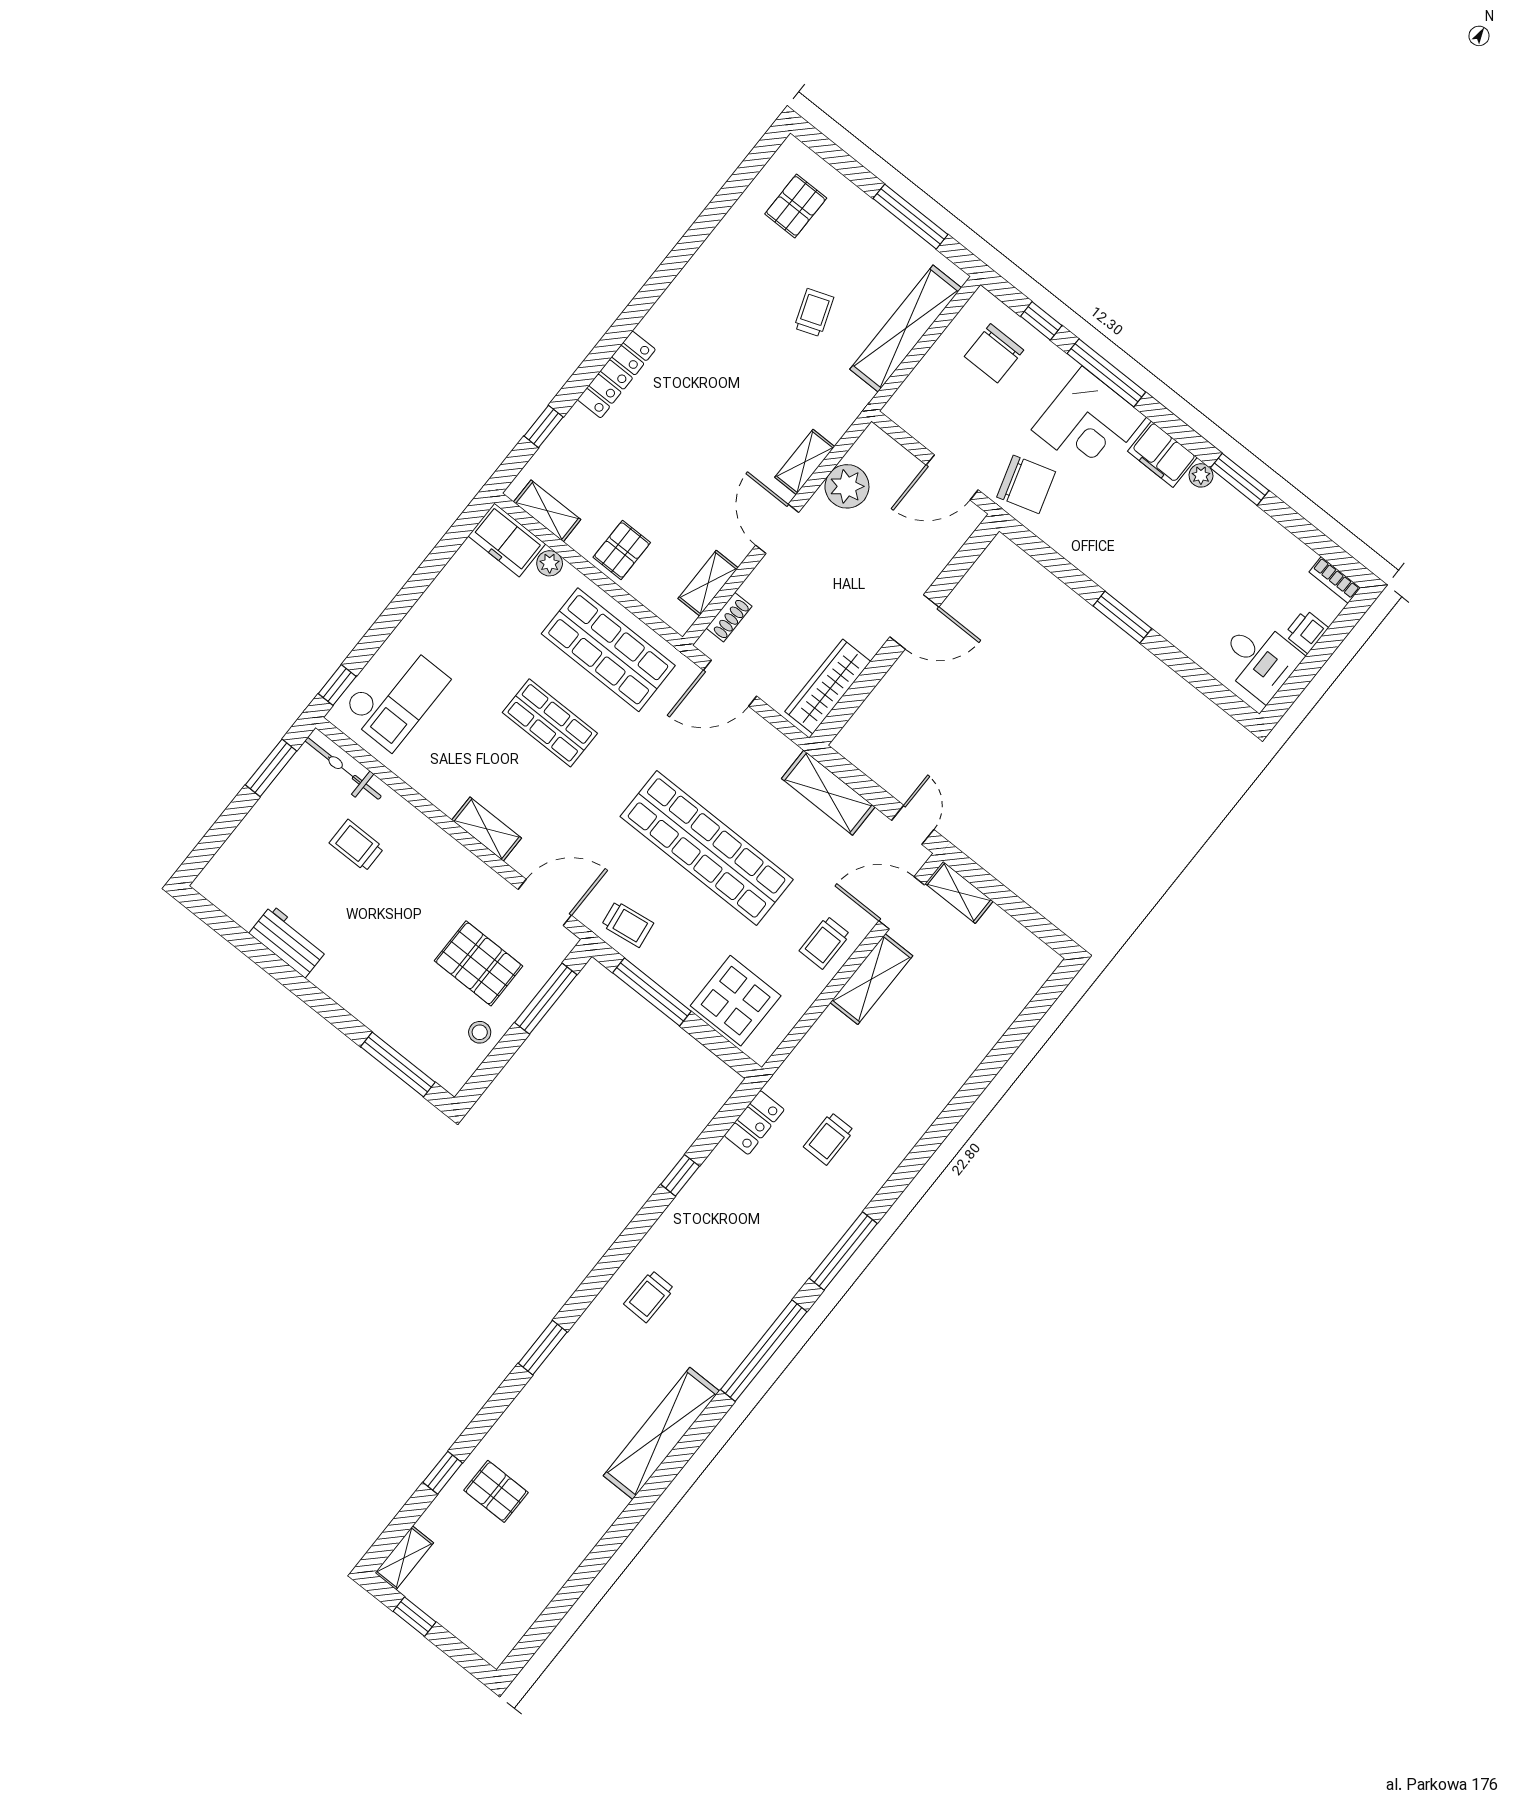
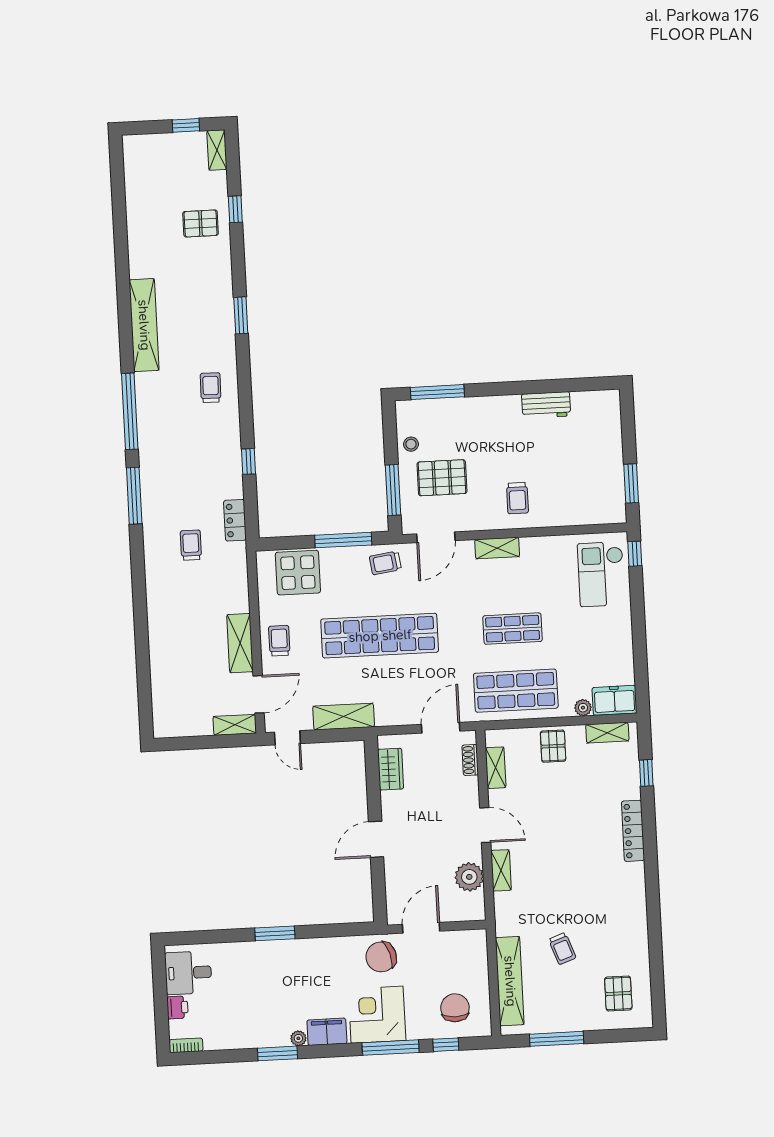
wardrobe: (828, 687) -> (391, 769), width x0.67
bicycle: (343, 768) -> (595, 515), removed
trolley: (357, 846) -> (517, 498), moved, turned 90

